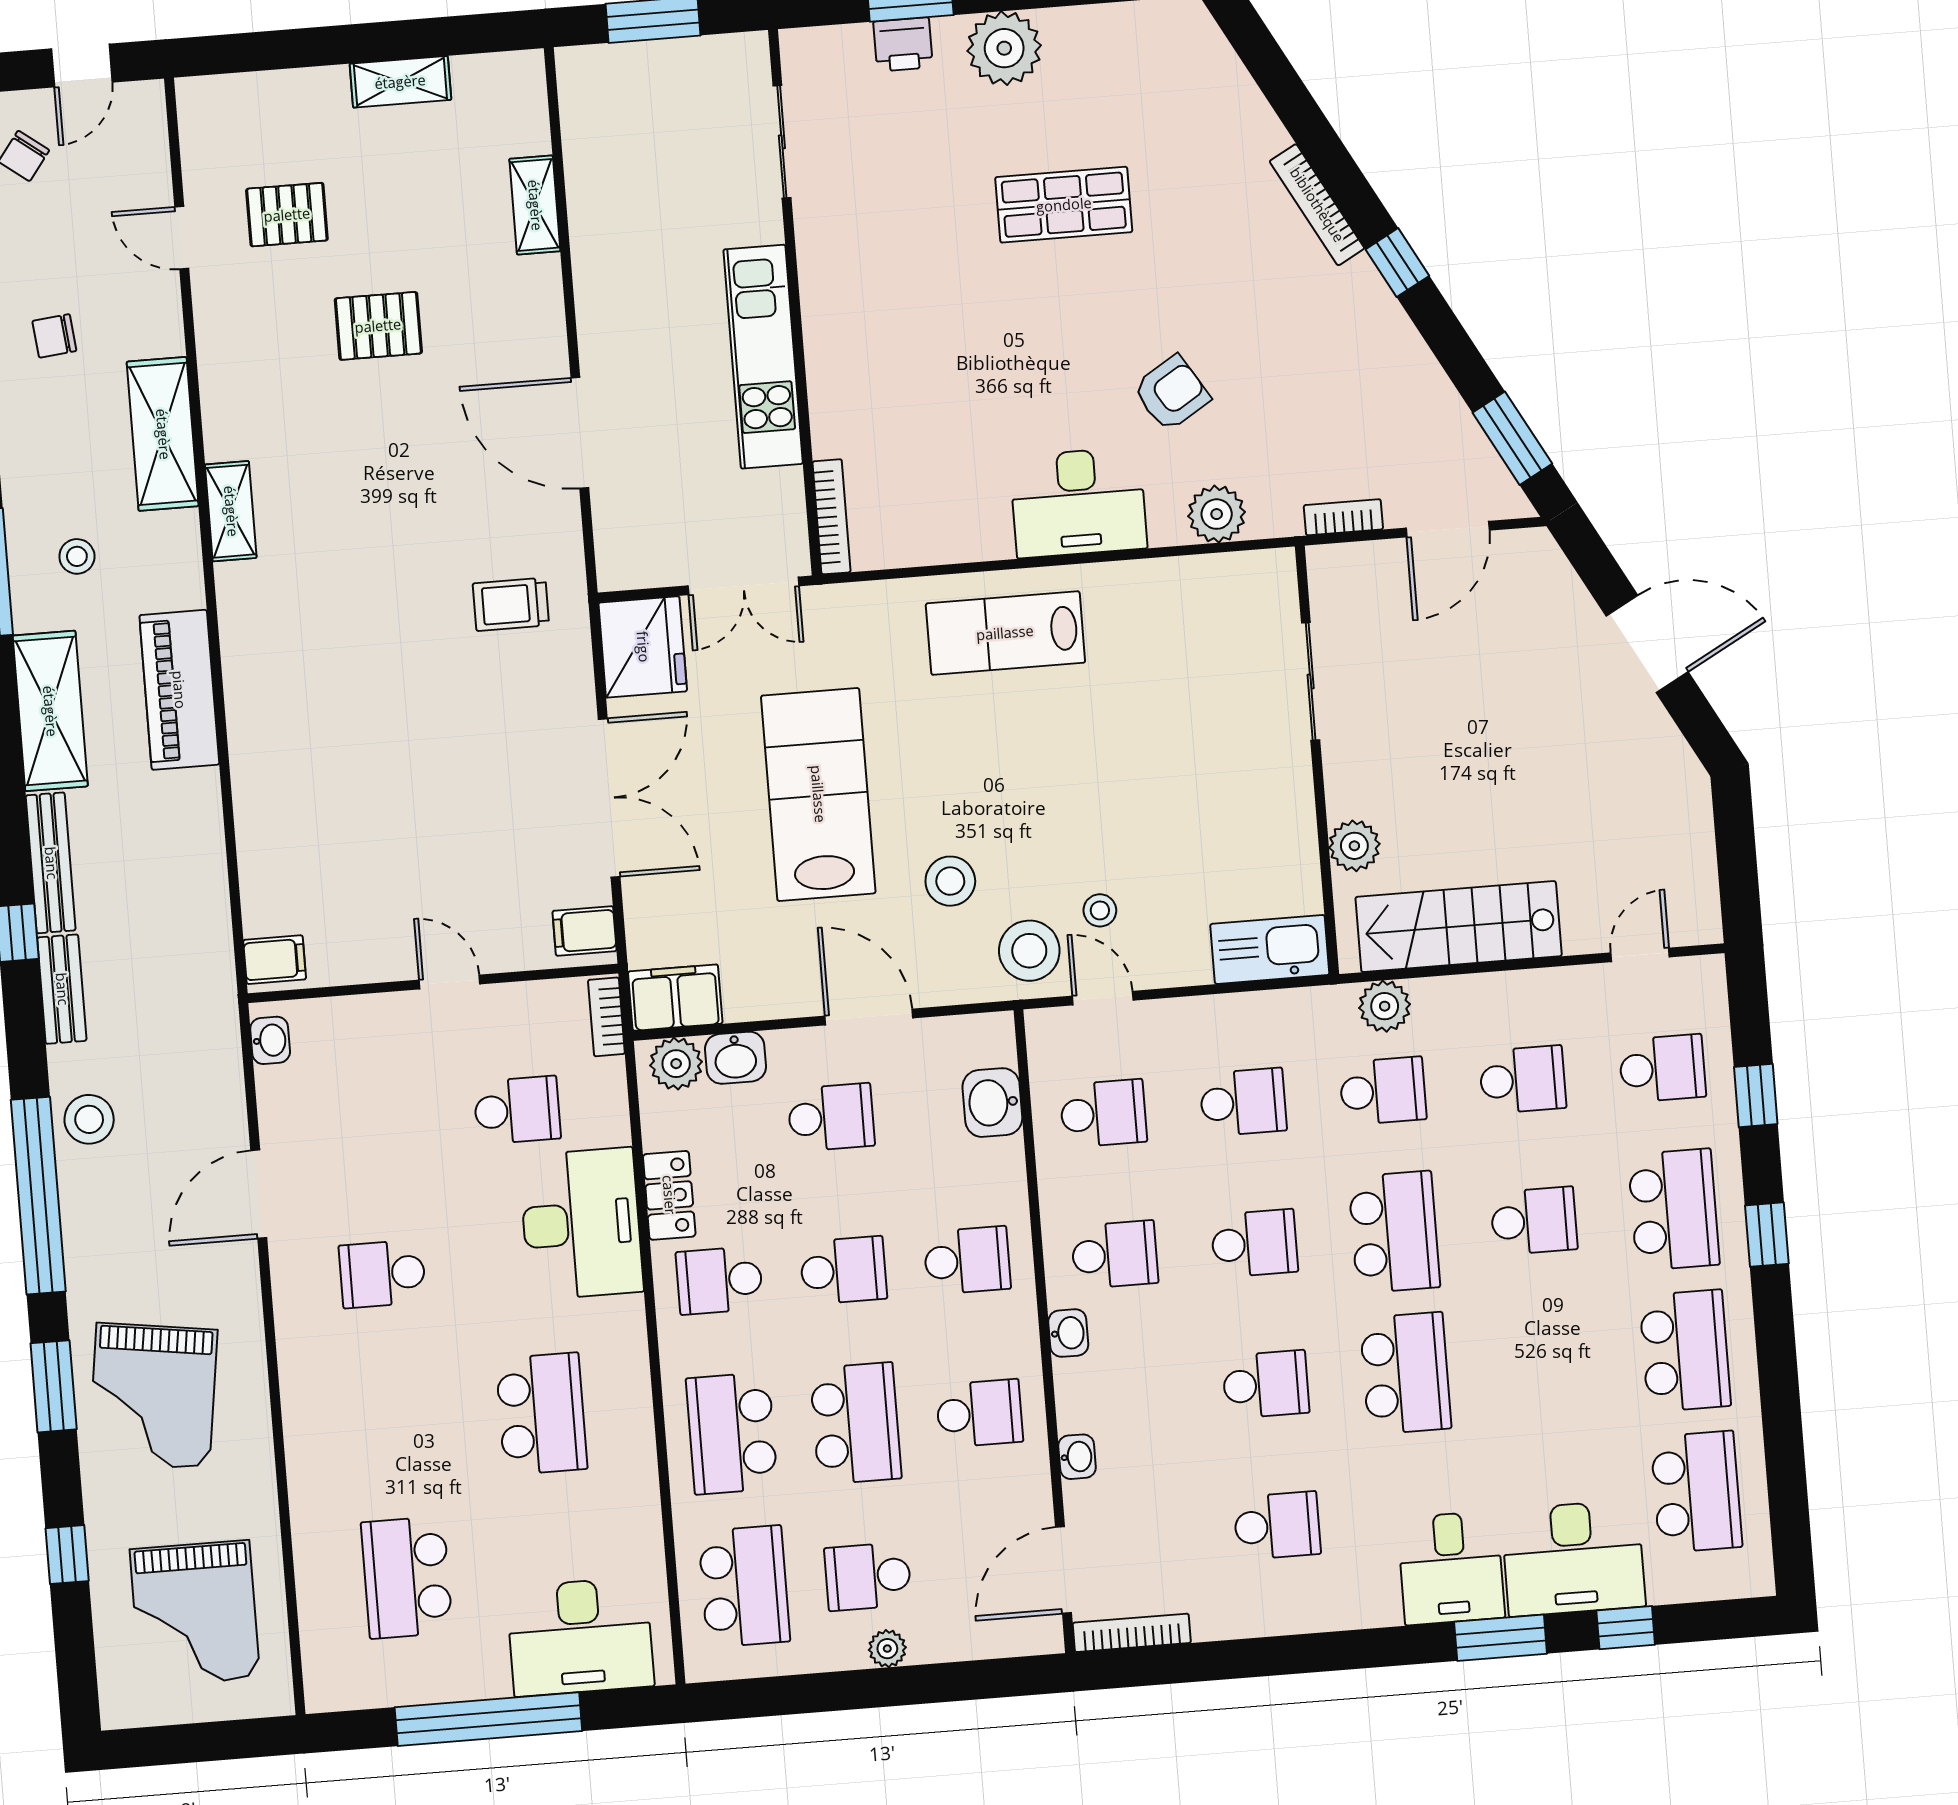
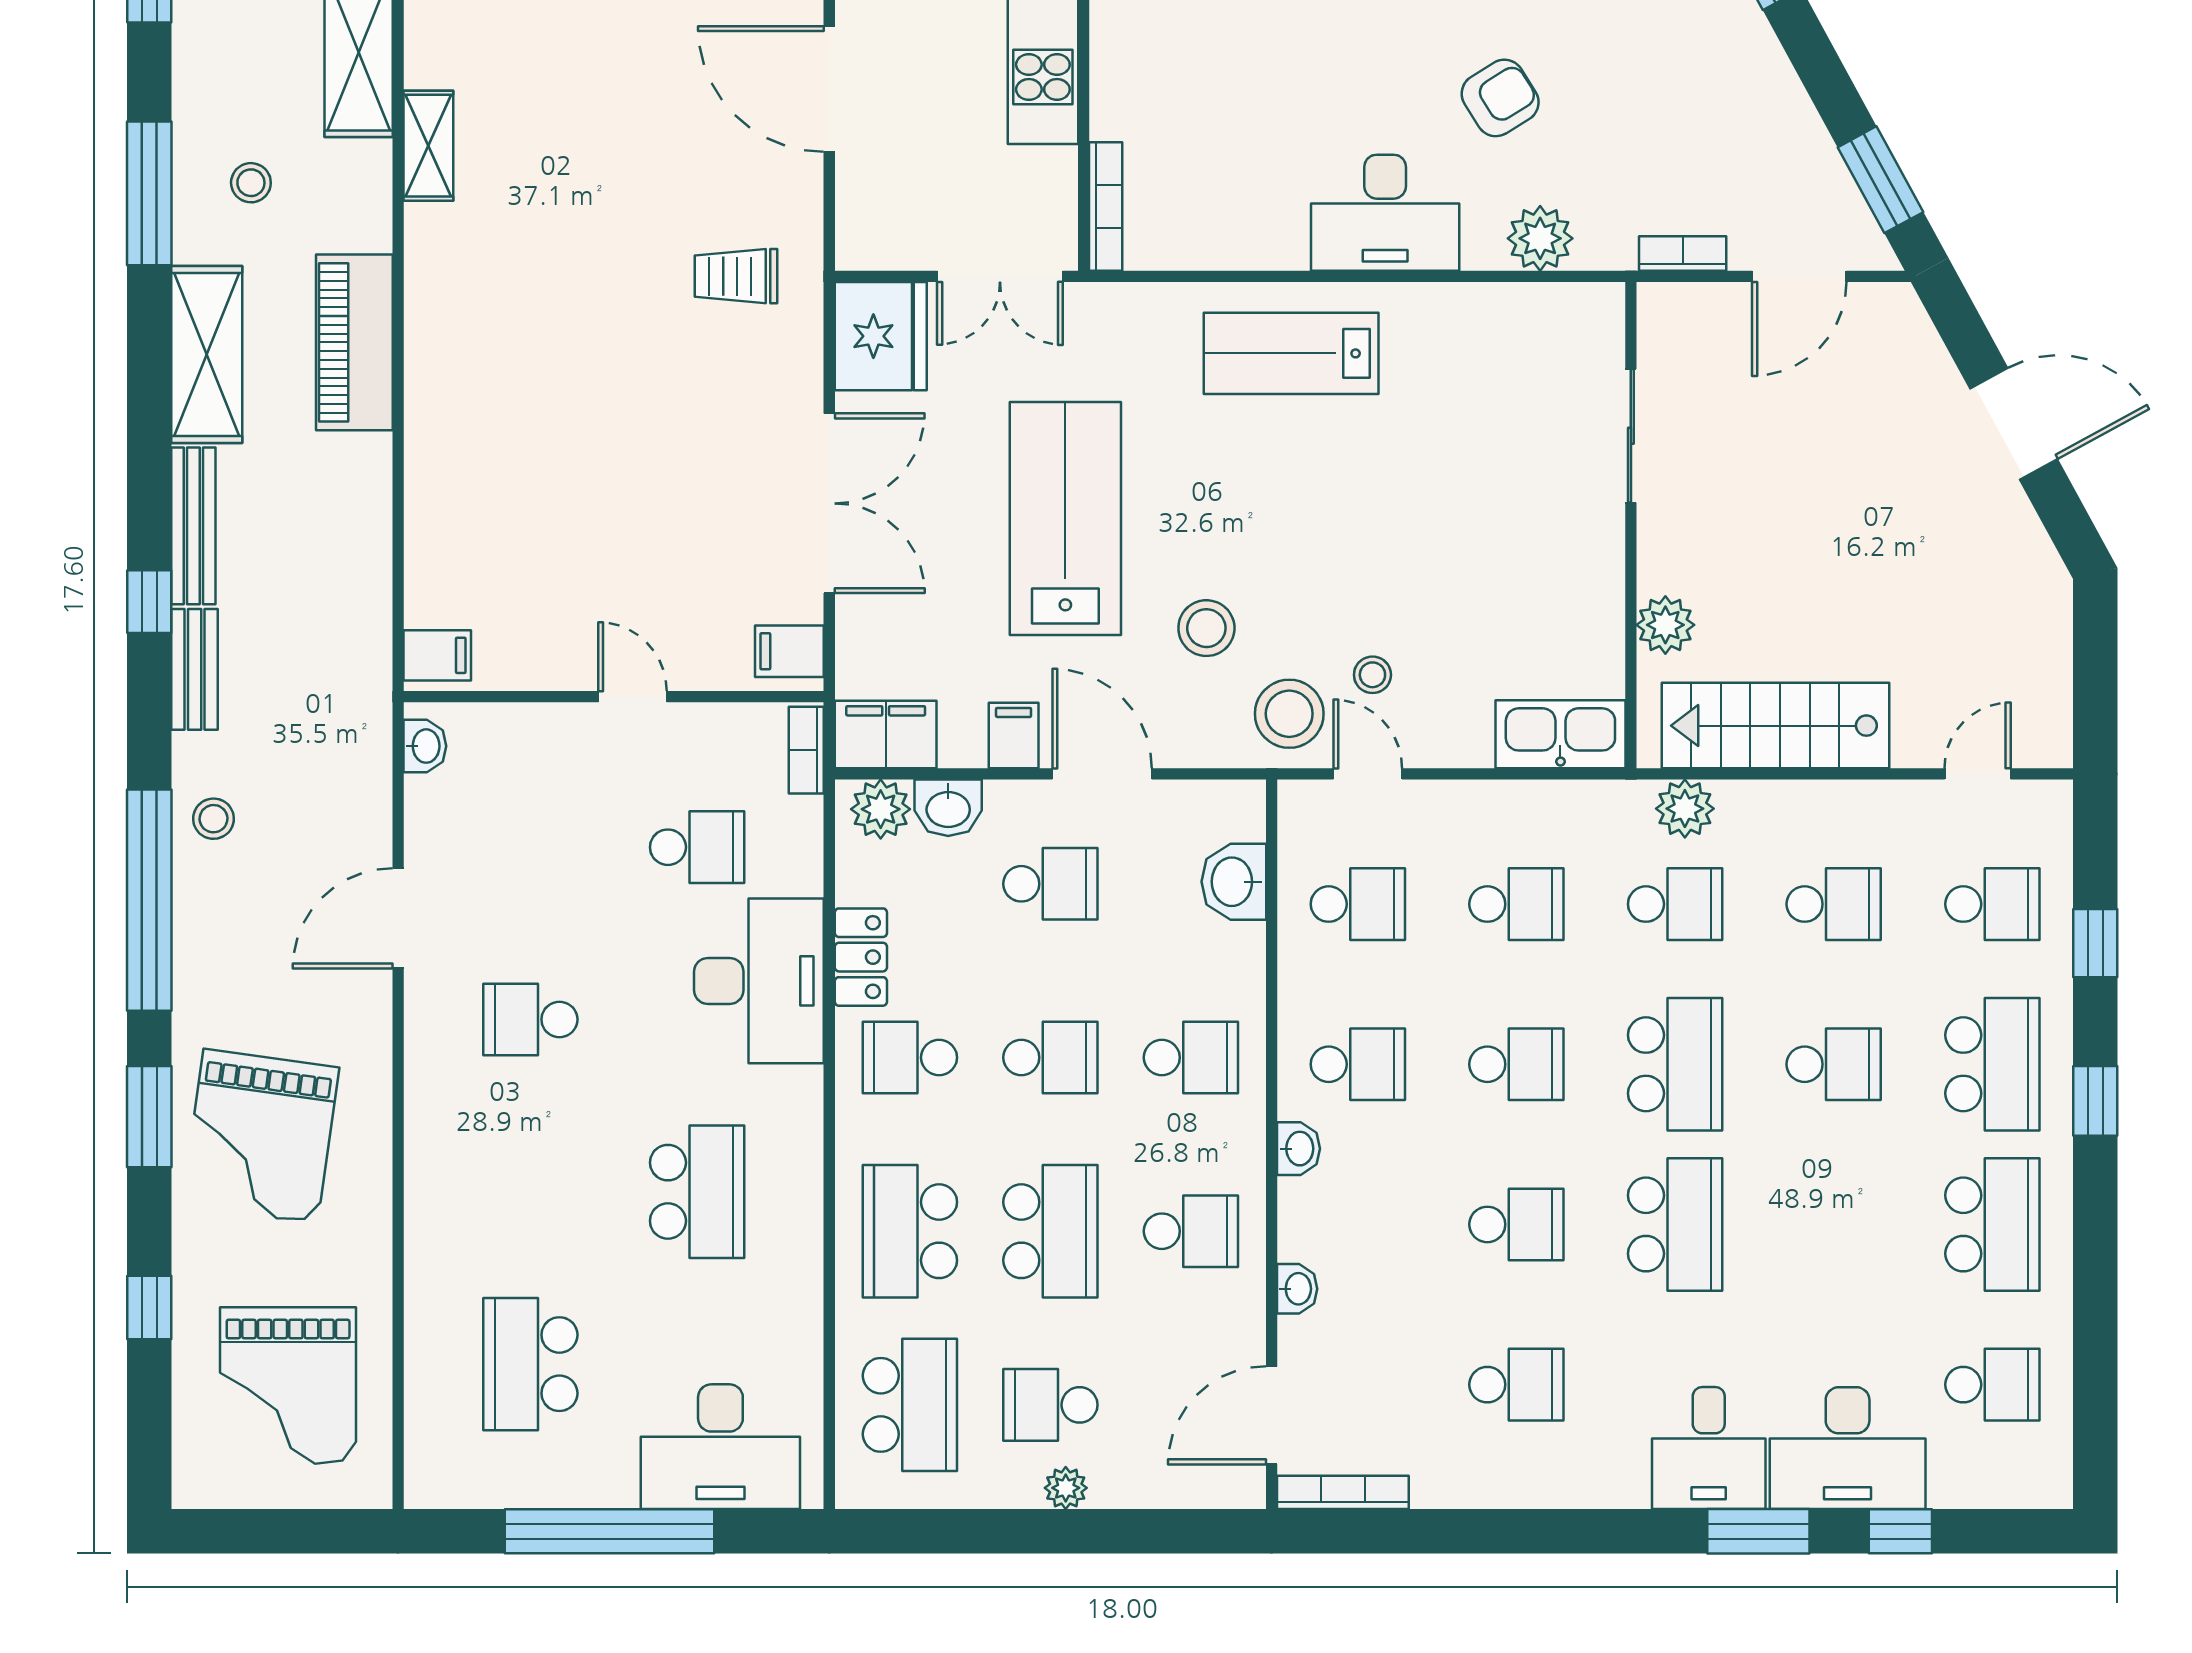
filing cabinet: (788, 989) -> (1014, 735), added
stool: (89, 1119) -> (214, 819), width x0.73, depth x0.73
school desk: (1696, 1492) -> (1992, 1385), width x0.54

